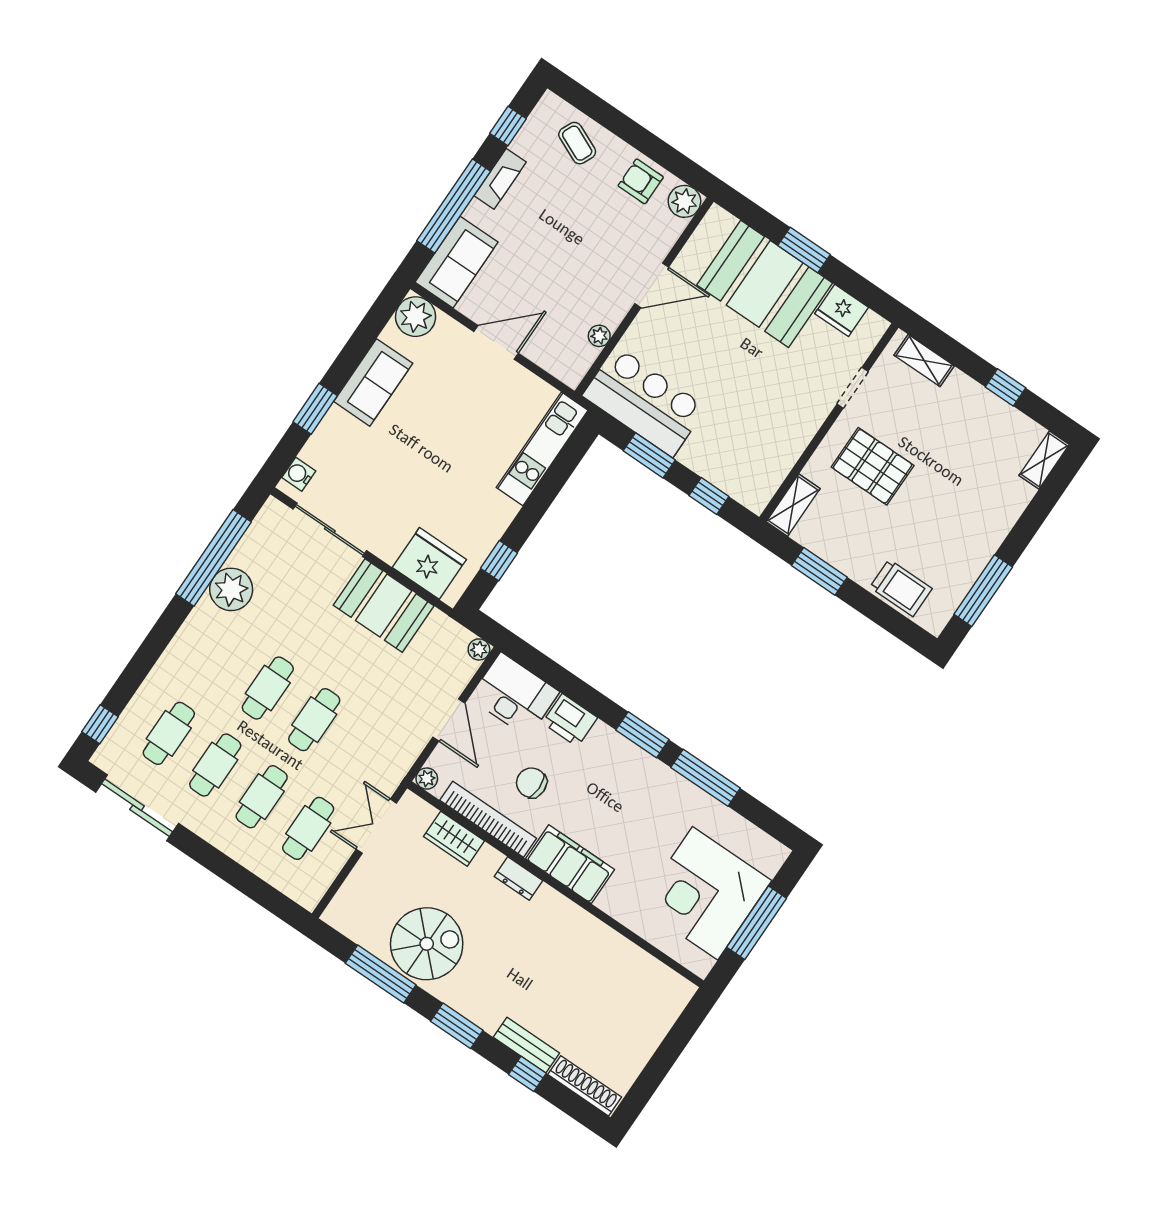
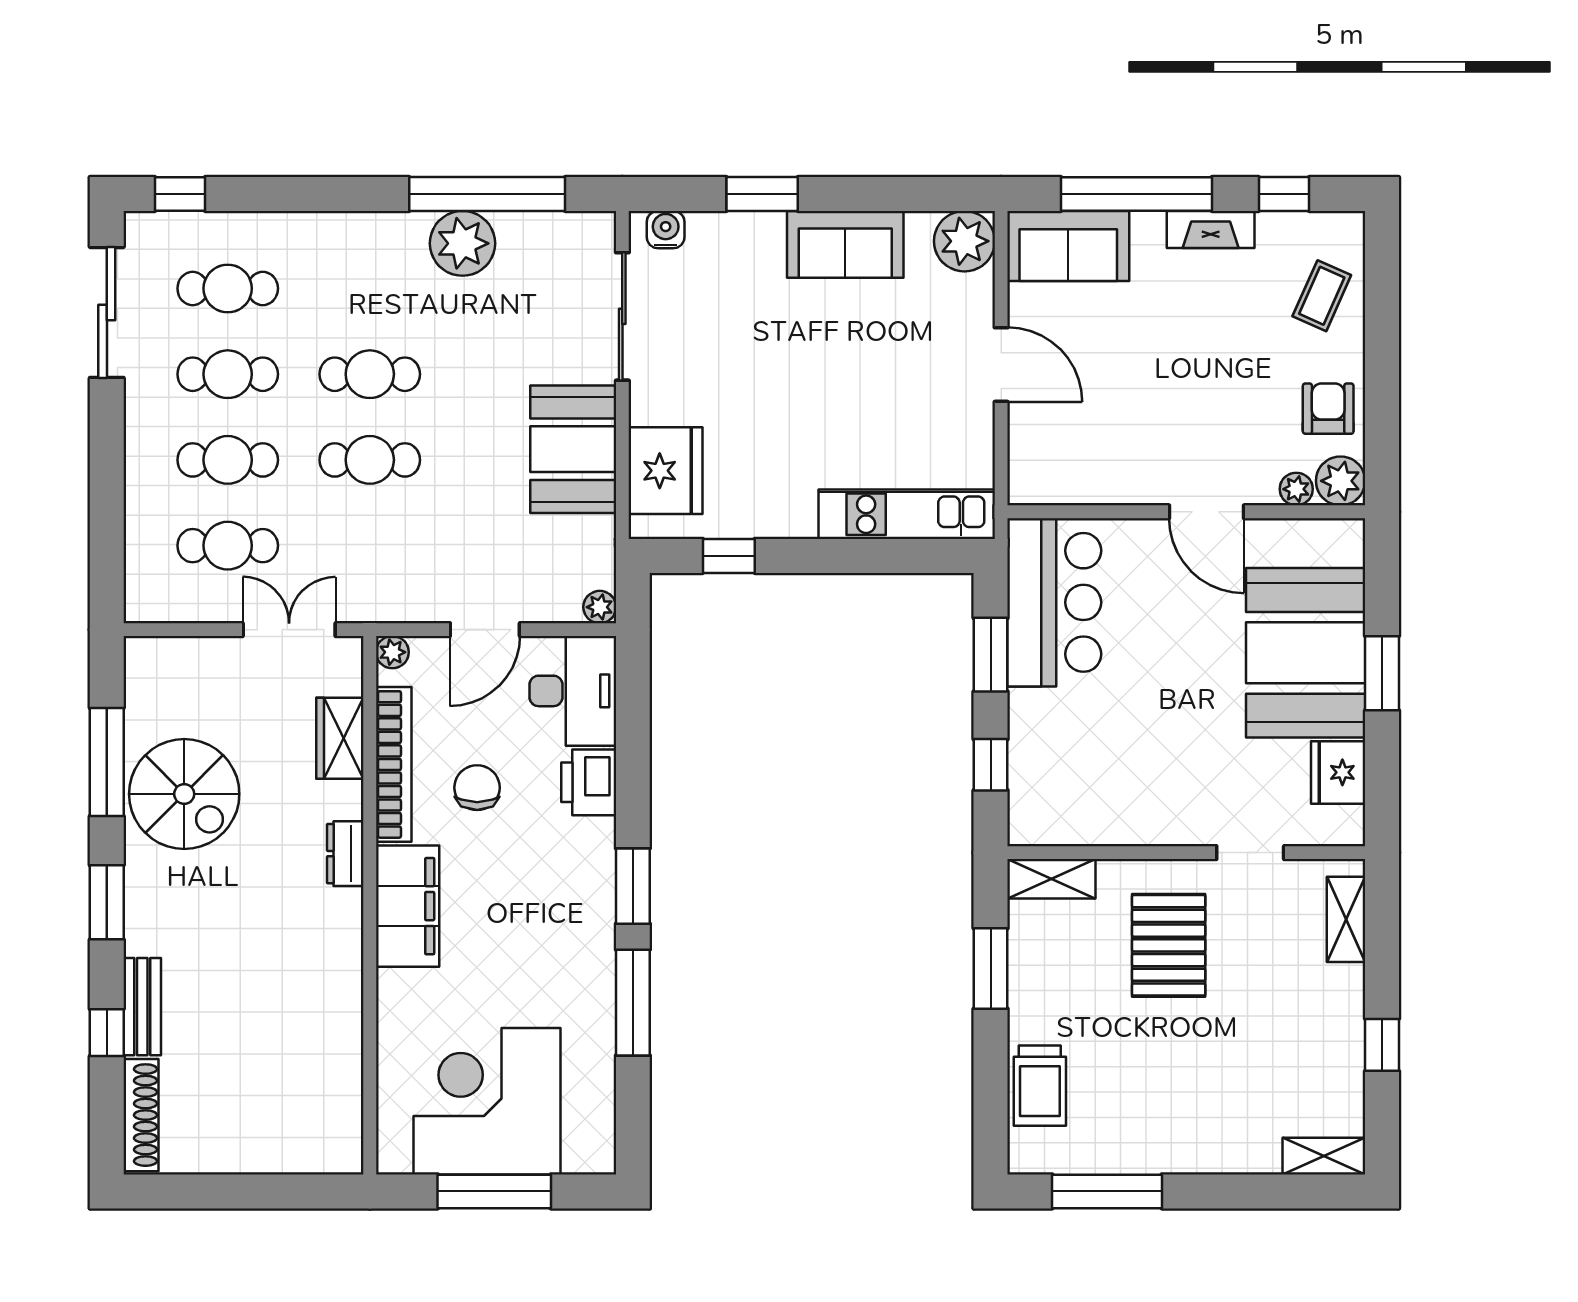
plant: (599, 336) -> (1296, 489), moved

